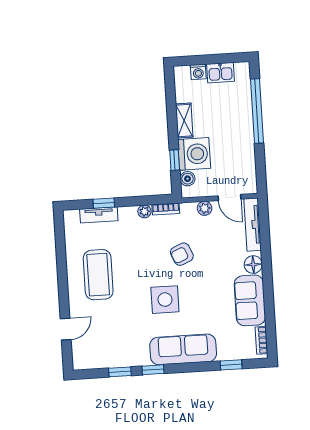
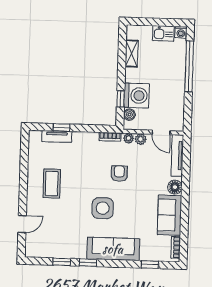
washing machine: (198, 72) -> (181, 32), moved
shelving: (184, 120) -> (132, 54), moved
plant: (144, 211) -> (129, 138), moved
armchair: (182, 254) -> (119, 174), turned 113
coffee table: (98, 275) -> (52, 184), width x0.73, depth x0.76

